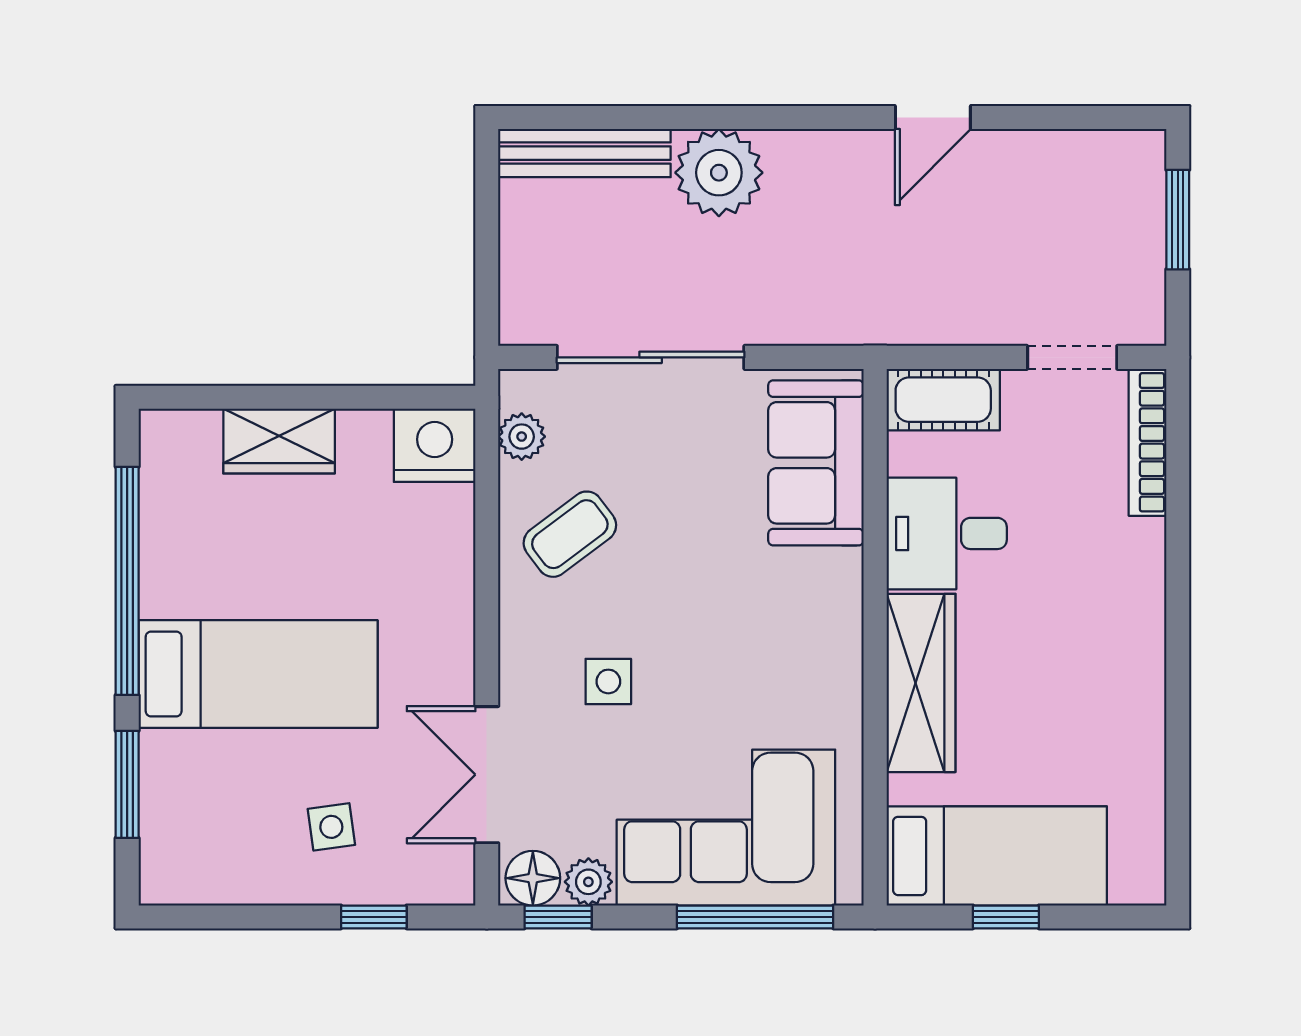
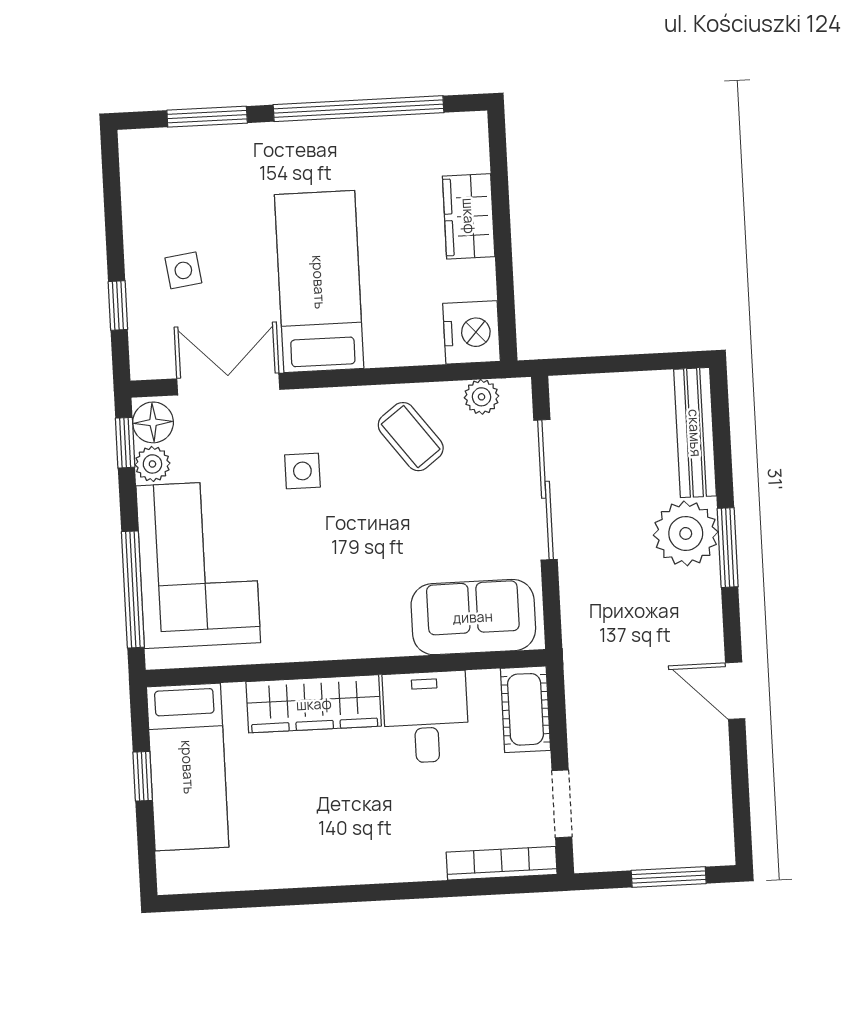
window: (741, 118) -> (728, 548), added
bed: (258, 674) -> (319, 282), moved, turned 180

